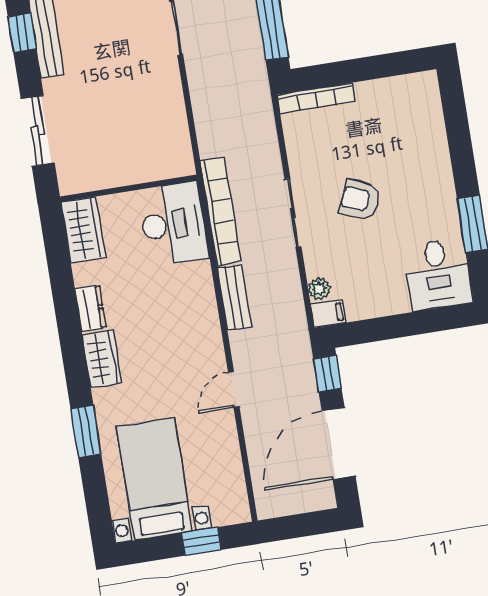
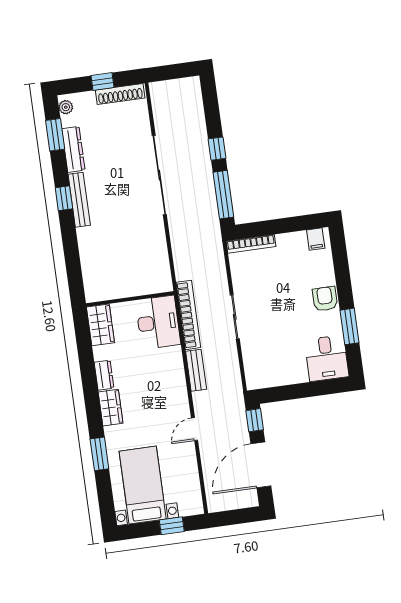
sliding door: (38, 131) -> (73, 261), removed
armchair: (360, 200) -> (325, 299), moved, turned 67
plant: (319, 289) -> (251, 366), removed
filing cabinet: (328, 313) -> (316, 239), moved, turned 90

